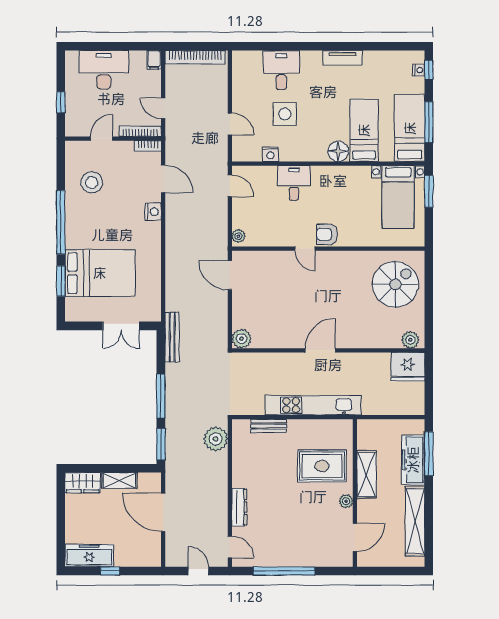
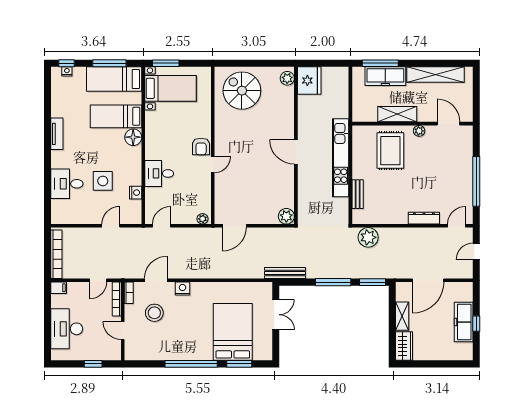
stool: (92, 182) -> (154, 313), moved
freezer: (89, 556) -> (464, 322), moved

